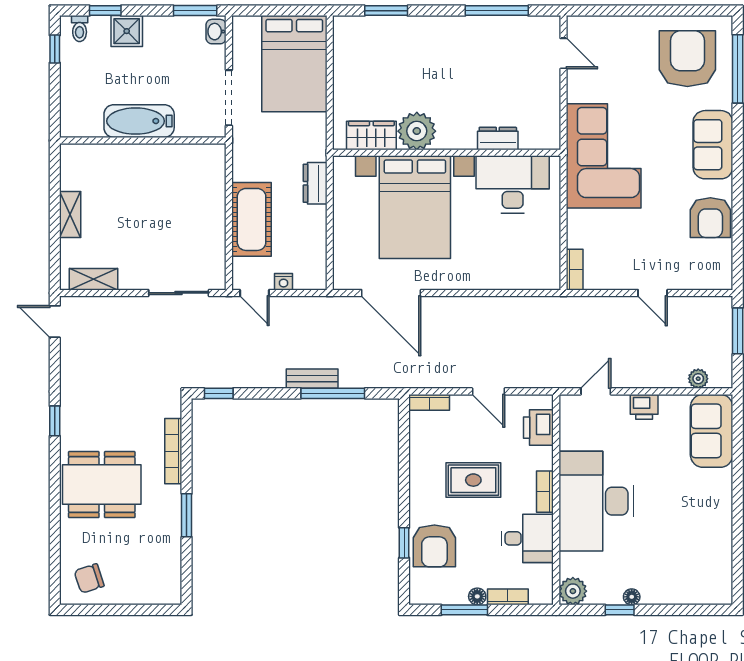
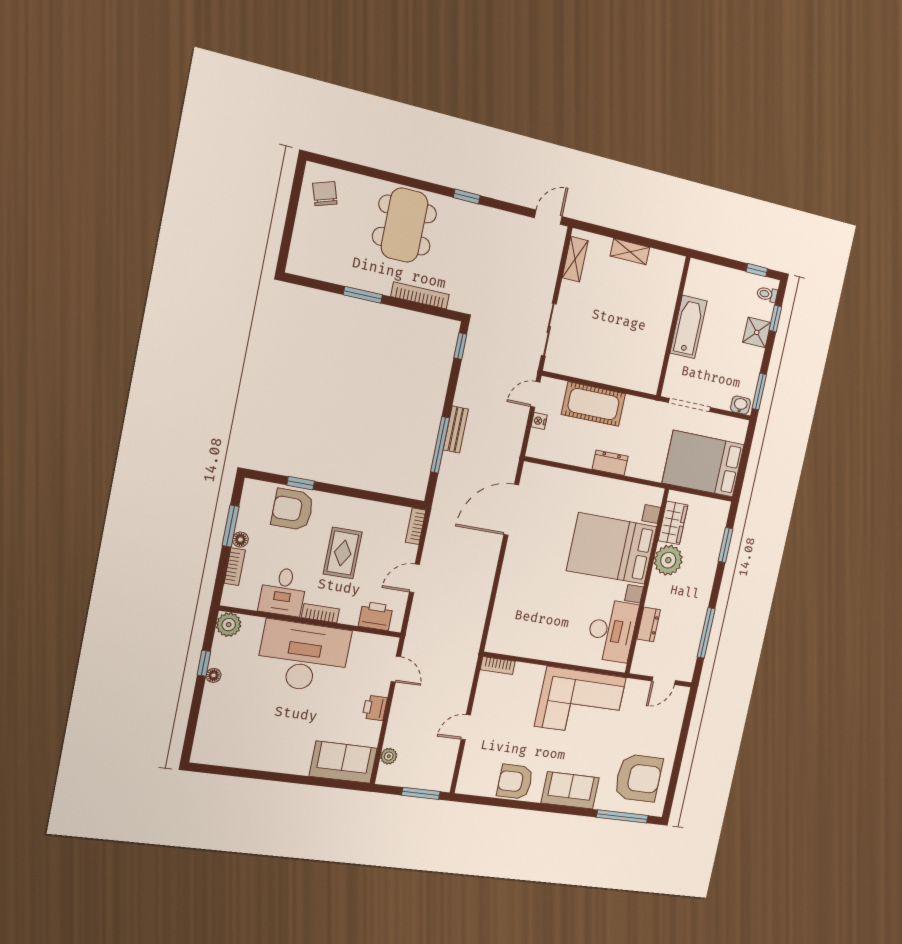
plant: (417, 131) -> (668, 560), moved
wardrobe: (371, 135) -> (673, 523), moved
dresser: (498, 138) -> (649, 624), moved
wall: (447, 153) -> (647, 581), moved
desk: (513, 184) -> (612, 631), moved
bed with nightstands: (415, 207) -> (612, 548), moved

